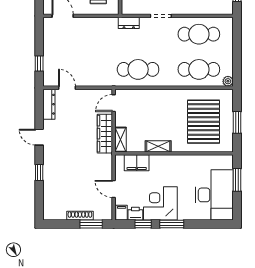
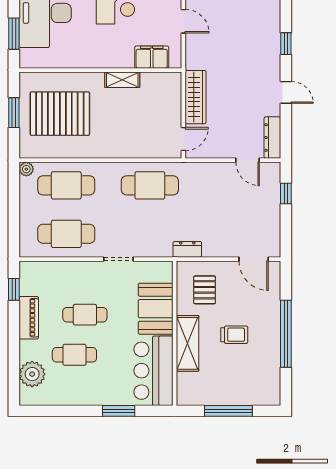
dresser: (129, 23) -> (187, 249), moved
pallet: (204, 122) -> (60, 114), turned 90
shelving: (121, 140) -> (174, 89), removed

